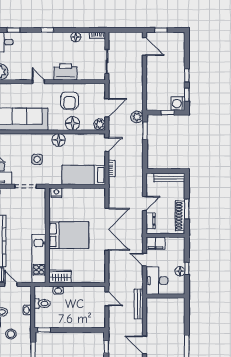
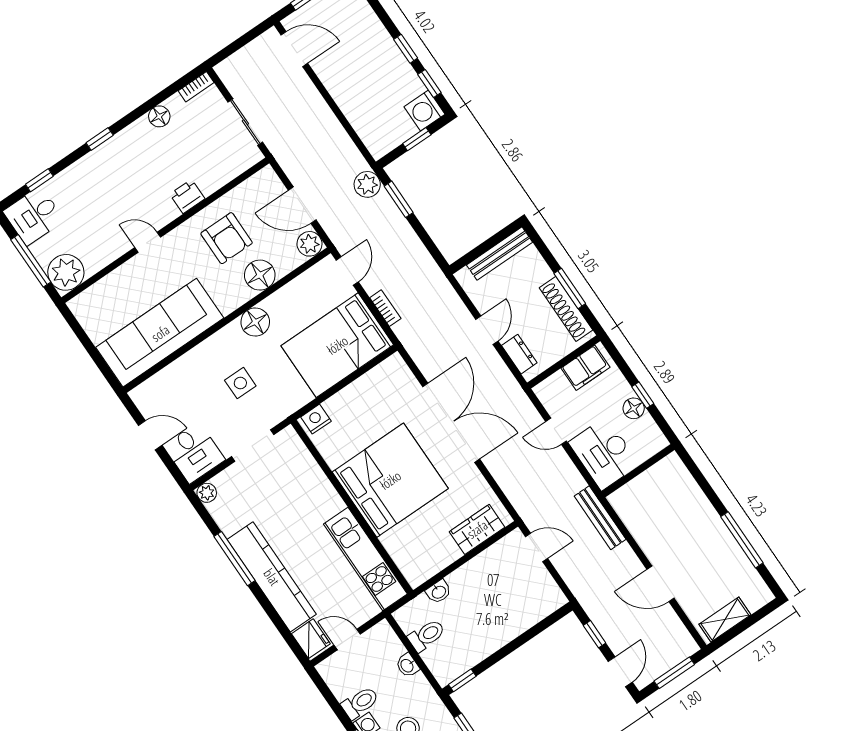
printer: (65, 72) -> (187, 196), width x0.53, depth x0.68
door: (107, 108) -> (302, 205), swing flipped
bed: (84, 175) -> (337, 345), width x1.50
bed: (69, 235) -> (390, 480), width x1.36
filing cabinet: (155, 243) -> (585, 368), moved
wardrobe: (60, 276) -> (477, 529), moved

